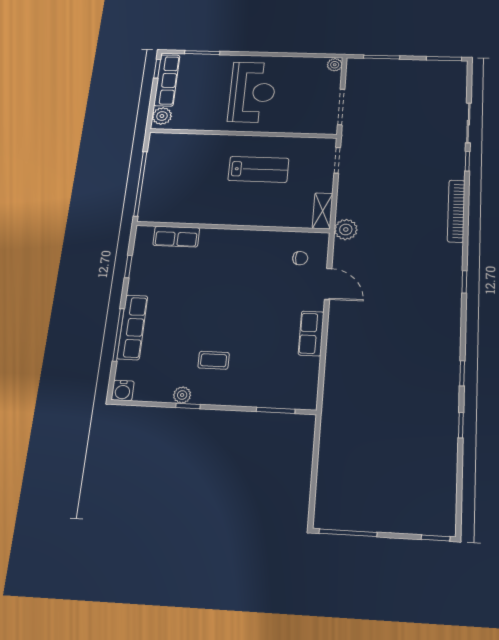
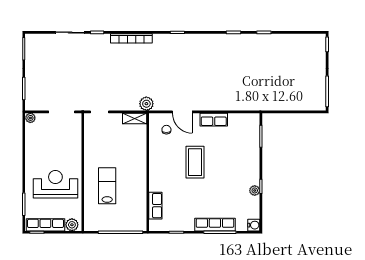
reception desk: (252, 92) -> (55, 184), moved
lab bench: (258, 169) -> (107, 186), moved
door: (328, 284) -> (182, 112), swing flipped
coffee table: (214, 360) -> (195, 162), moved, width x1.86, depth x1.72

